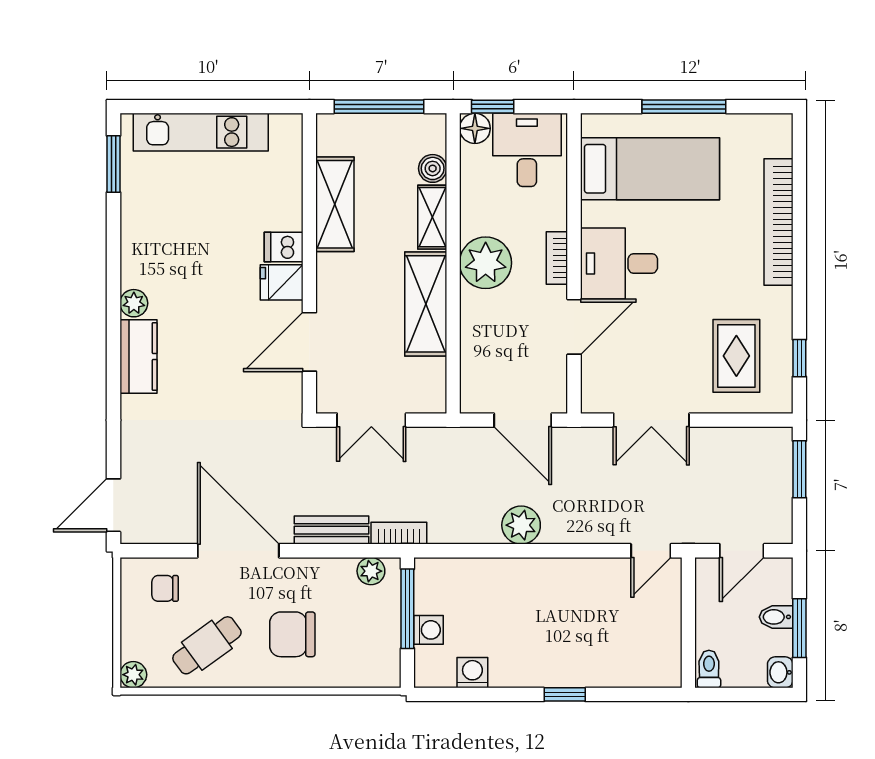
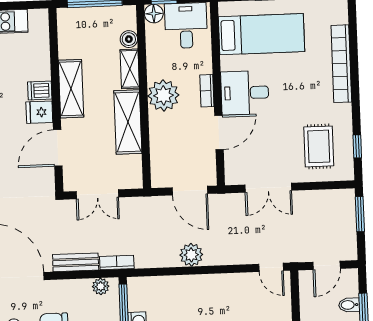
shelving: (335, 204) -> (71, 89), moved
door: (651, 551) -> (271, 267), hinge flipped

